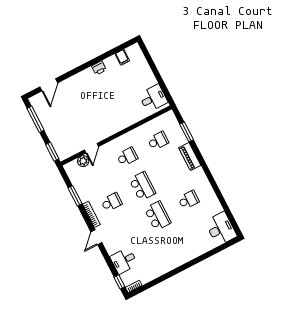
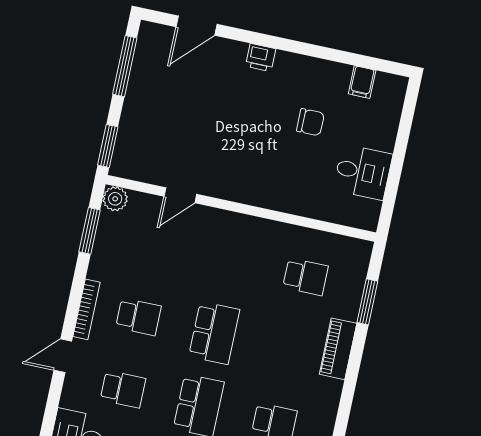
printer: (99, 68) -> (261, 58), moved
chair: (116, 86) -> (310, 122), added
desk: (153, 98) -> (363, 172), moved
school desk: (127, 157) -> (123, 389), moved
plant: (83, 161) -> (115, 199), moved
window: (75, 196) -> (90, 231), moved

